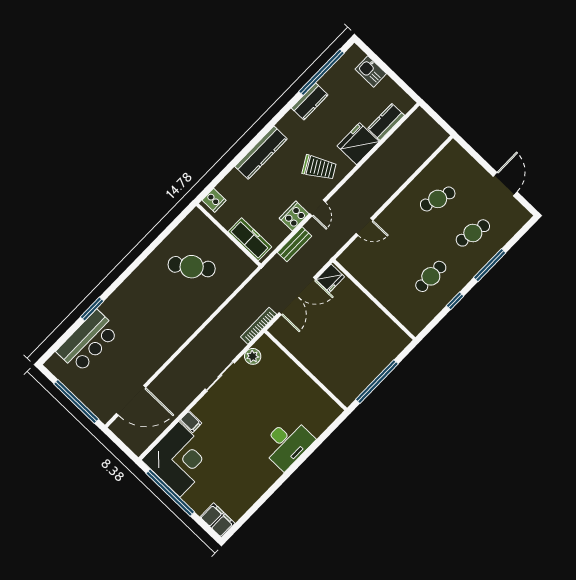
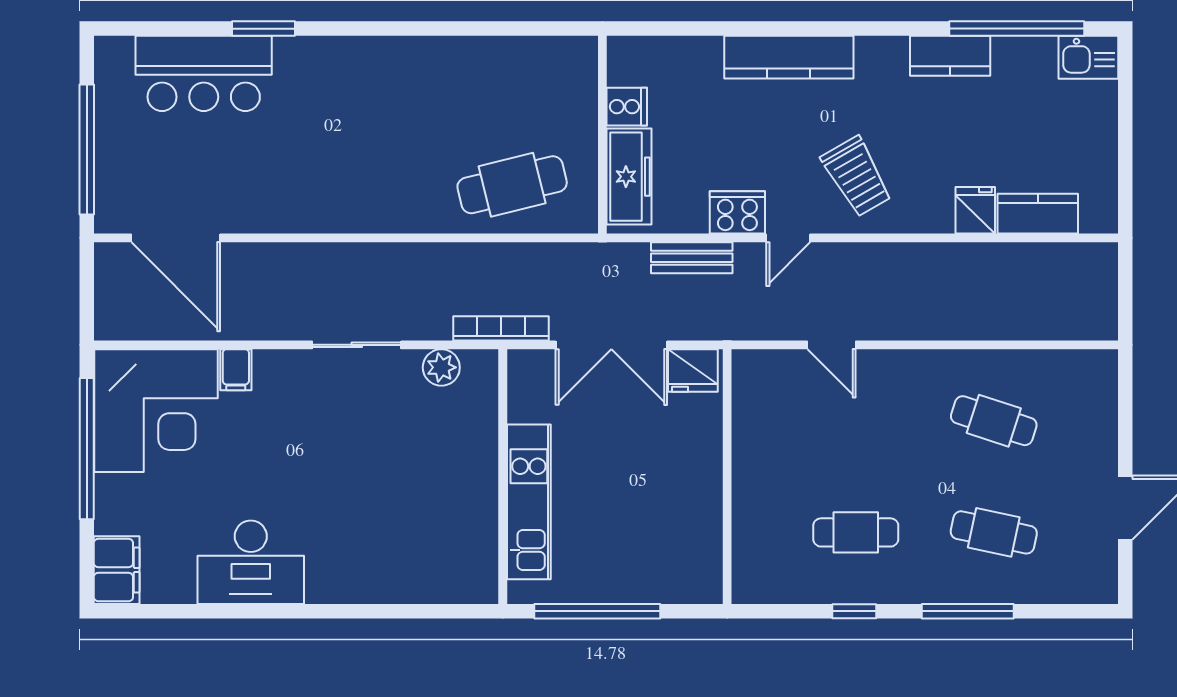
kitchen sink: (371, 71) -> (1088, 57), moved, turned -90
fridge: (358, 144) -> (975, 210), width x0.53, depth x0.75
cooker: (214, 200) -> (627, 107), moved, turned -90
cafe table: (192, 267) -> (512, 185), moved, turned -68
kitchen unit: (322, 370) -> (529, 502), added
desk: (287, 443) -> (251, 562), moved

